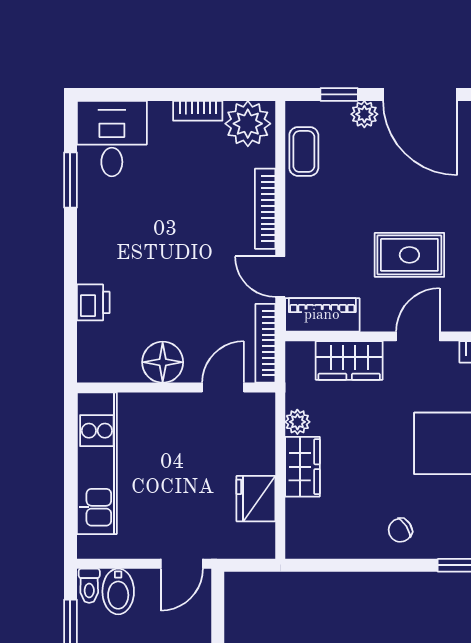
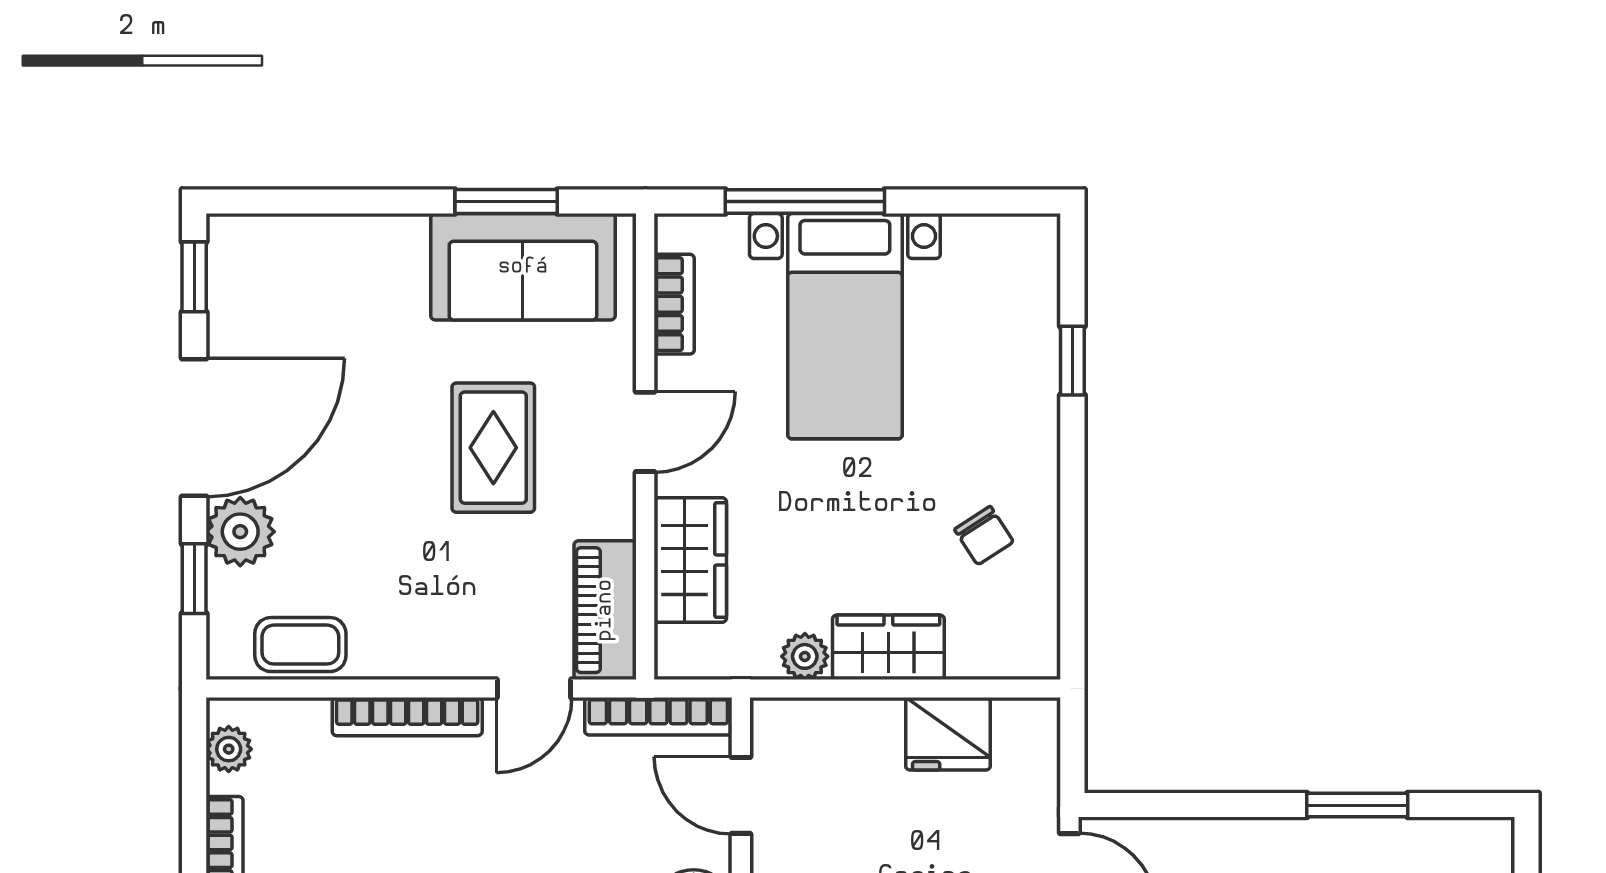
plant: (364, 114) -> (240, 532), width x1.38, depth x1.38
plant: (248, 124) -> (229, 749), width x0.53, depth x0.53
door: (418, 336) -> (645, 432), swing flipped
chair: (400, 530) -> (984, 536), moved

